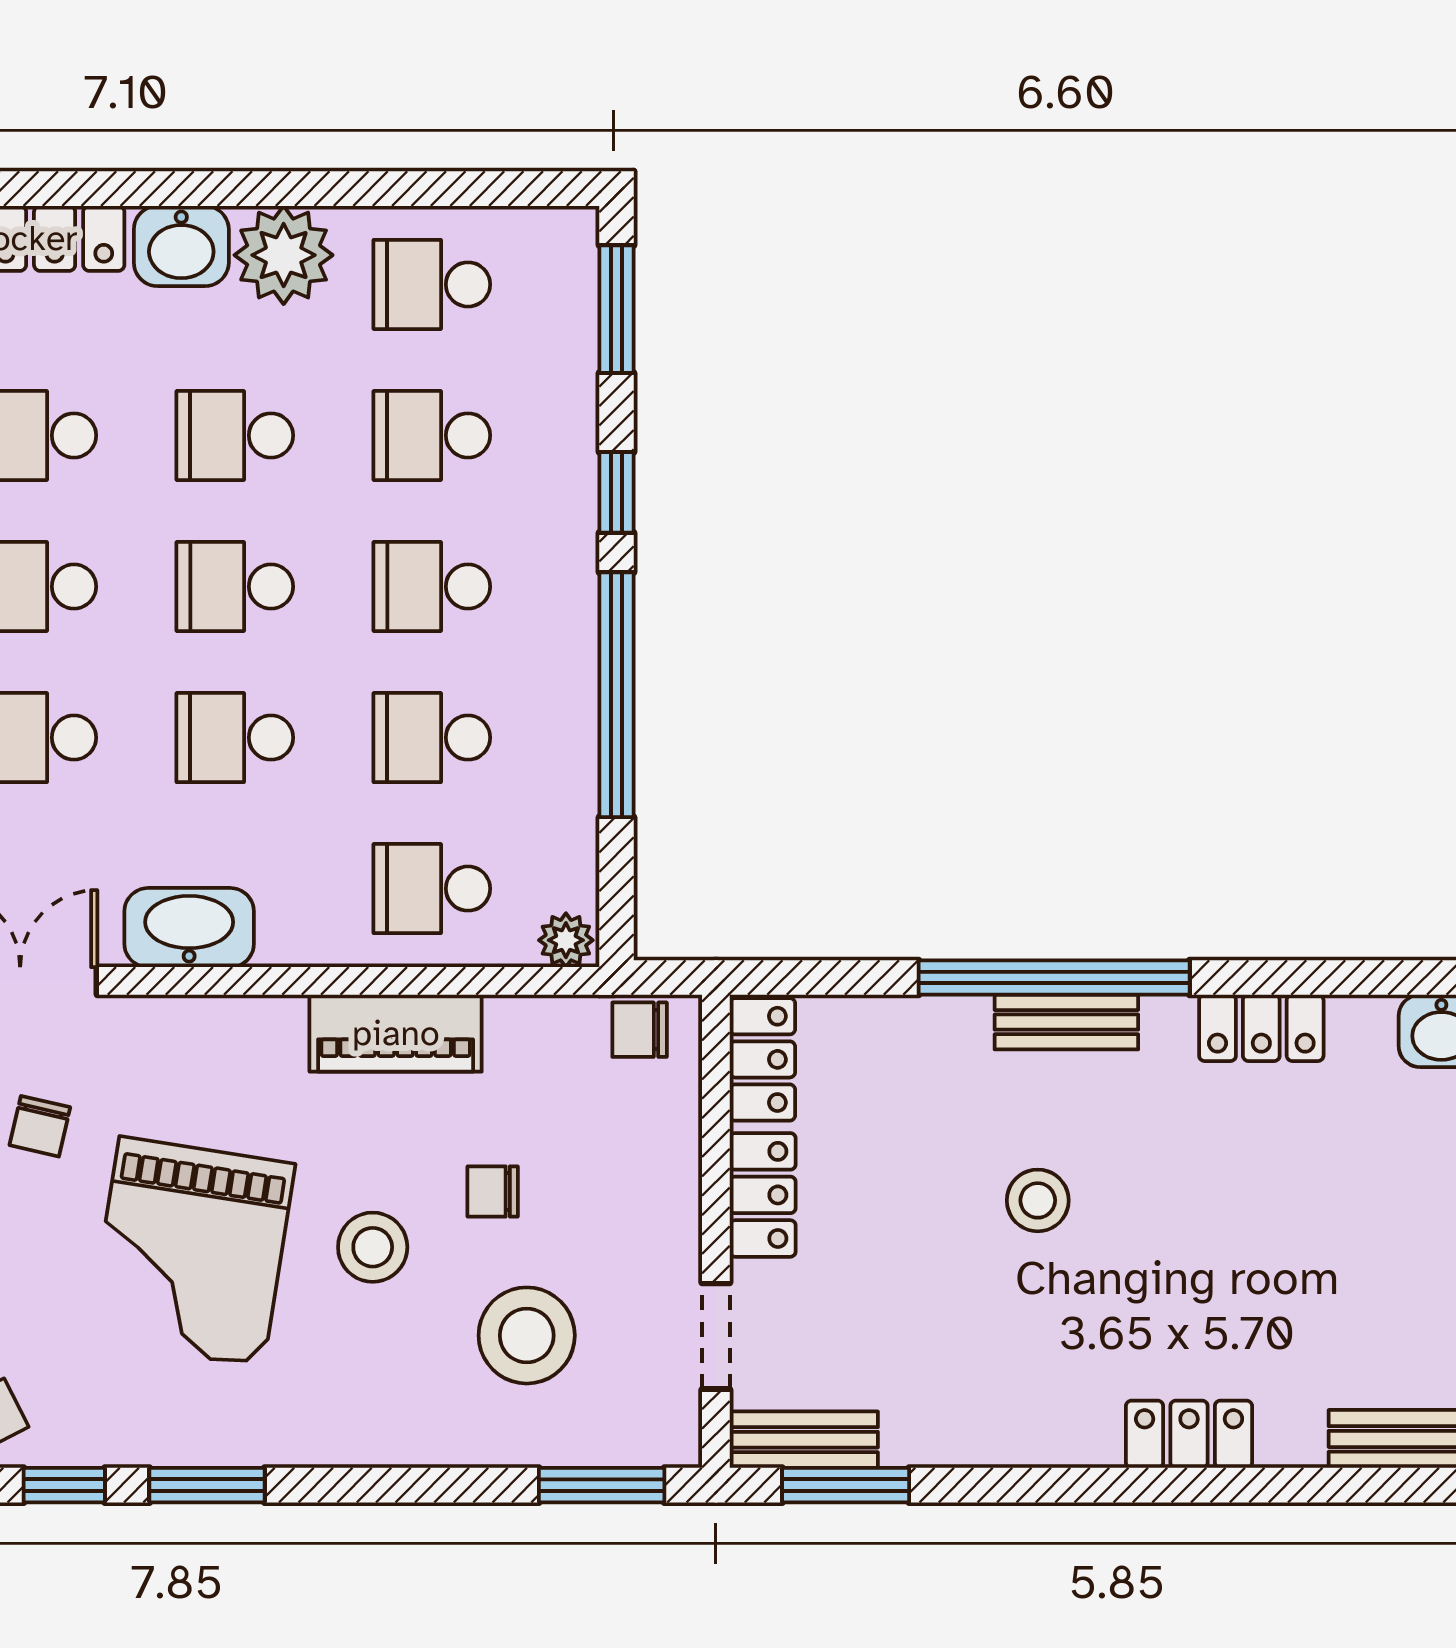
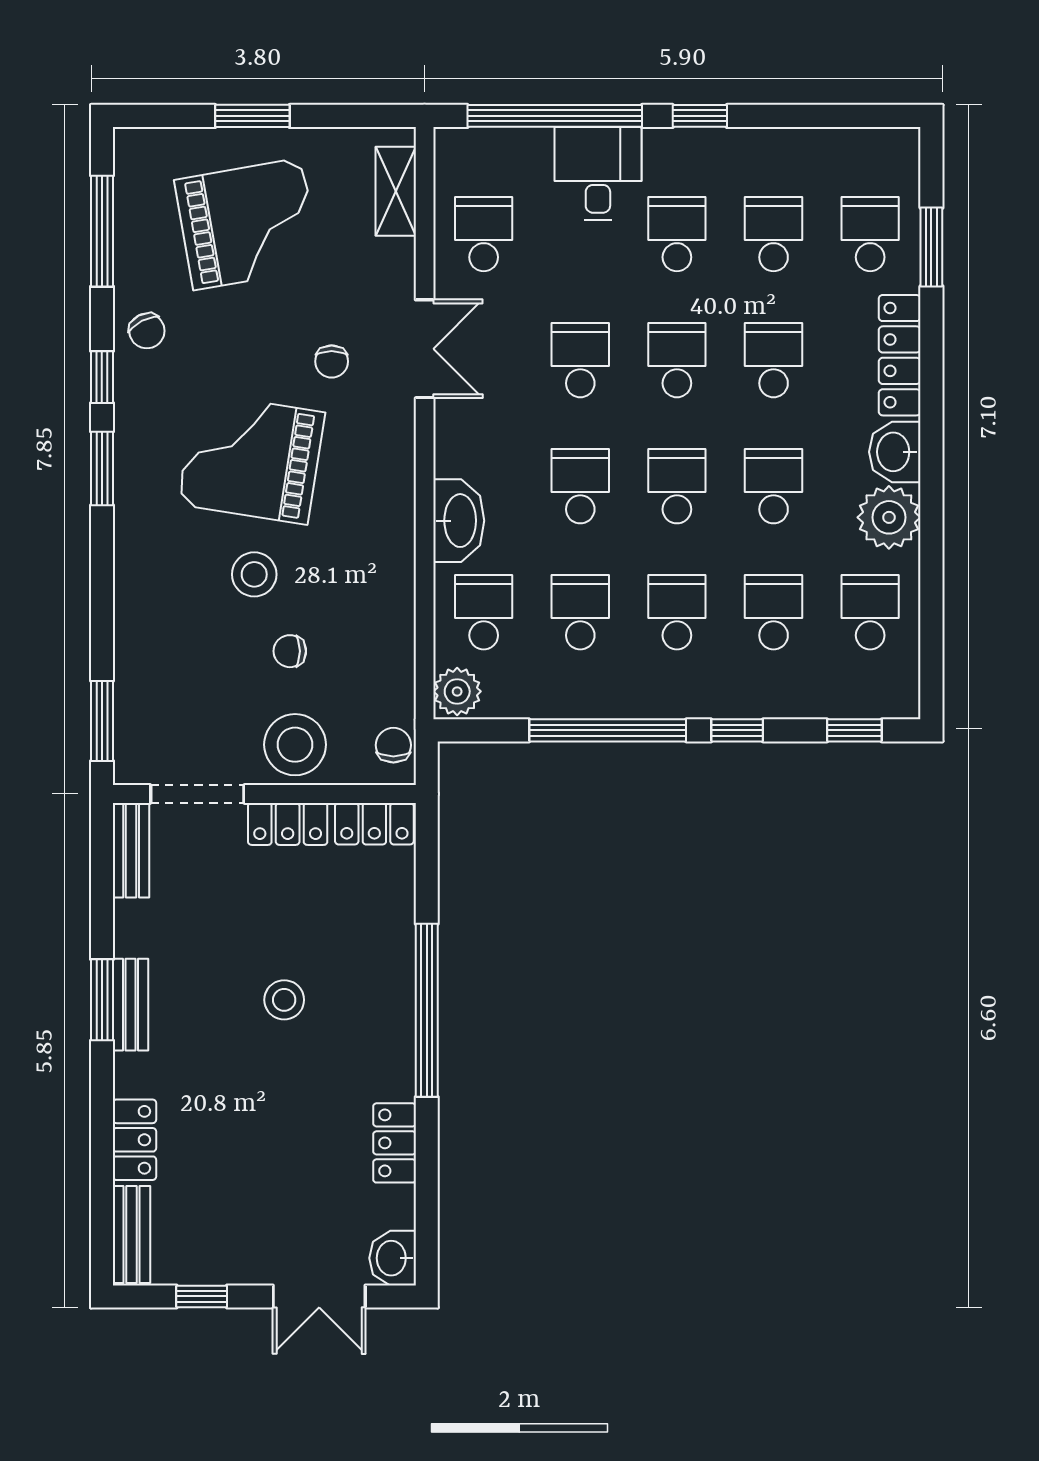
window: (616, 309) -> (854, 730), width x0.67
washbasin: (189, 928) -> (459, 521), moved
plant: (566, 940) -> (457, 691), width x1.38, depth x1.38
bench: (1066, 1022) -> (130, 1005), moved
piano: (396, 1033) -> (391, 589), removed
chair: (40, 1126) -> (332, 361), turned -103
chair: (493, 1192) -> (290, 651), turned -90
stool: (527, 1335) -> (295, 745), moved
doorway: (716, 1336) -> (197, 794), width x1.38
locker: (1189, 1434) -> (134, 1140), moved
window: (846, 1485) -> (102, 1000), moved

